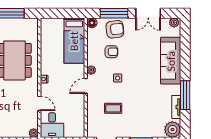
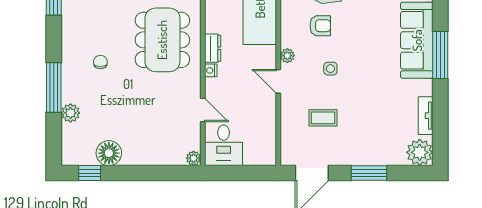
dresser: (45, 66) -> (213, 48), added
door: (86, 86) -> (278, 81), hinge flipped
window: (185, 95) -> (440, 55), moved

